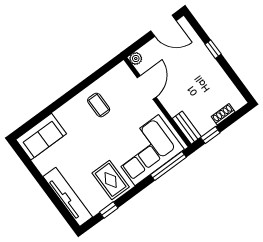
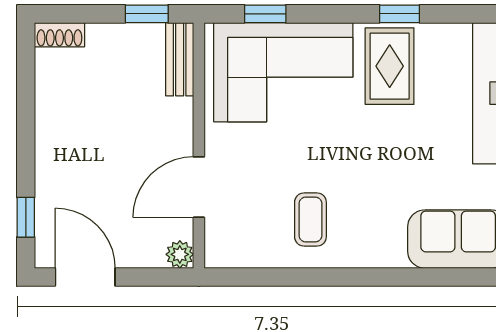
window: (213, 49) -> (26, 217), moved
shoe rack: (223, 114) -> (59, 35), moved
window: (168, 166) -> (265, 14), width x0.46
window: (109, 210) -> (400, 14), moved

